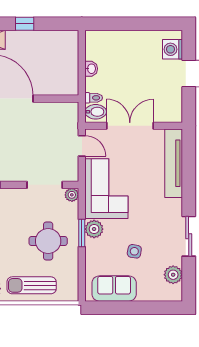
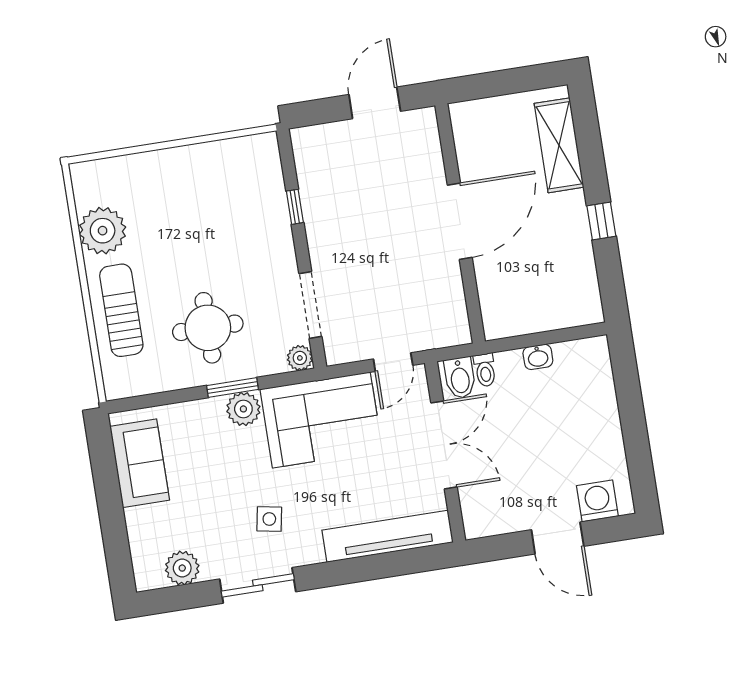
side table: (134, 251) -> (269, 519), moved

